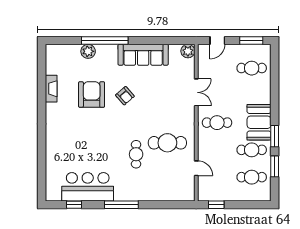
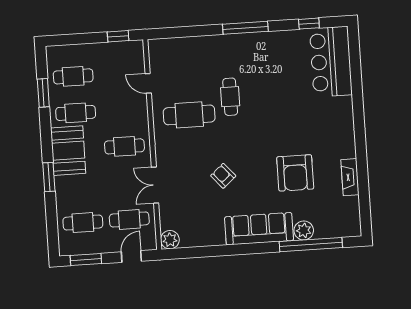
window: (105, 41) -> (311, 245), moved
sofa: (143, 55) -> (259, 229), moved
cafe table: (217, 68) -> (129, 219), added
armchair: (125, 96) -> (223, 176), moved
window: (275, 136) -> (49, 177), moved
bar counter: (88, 187) -> (331, 62), moved, turned 90

